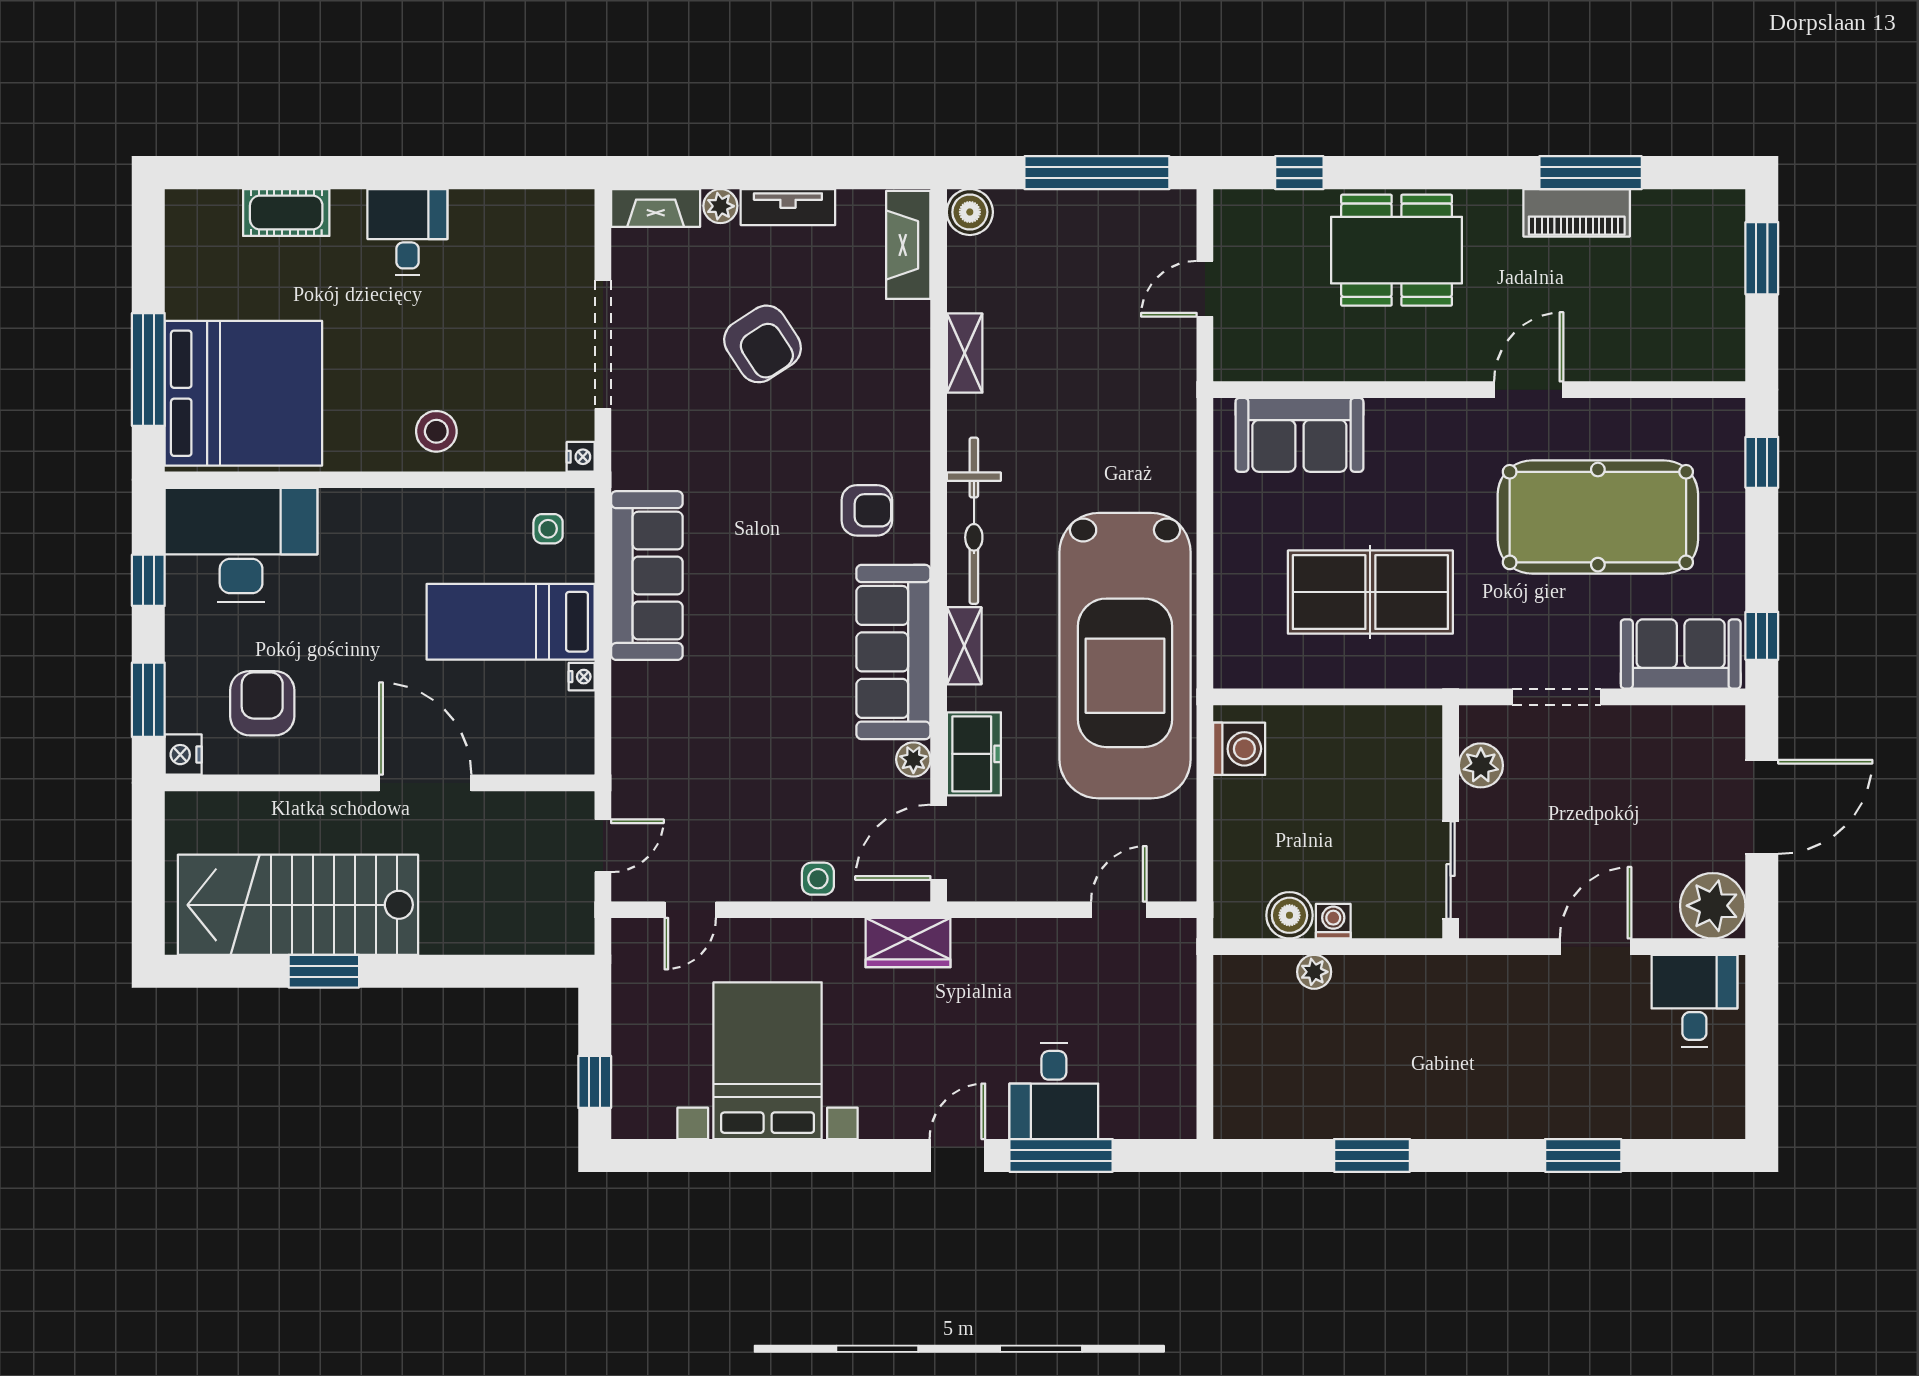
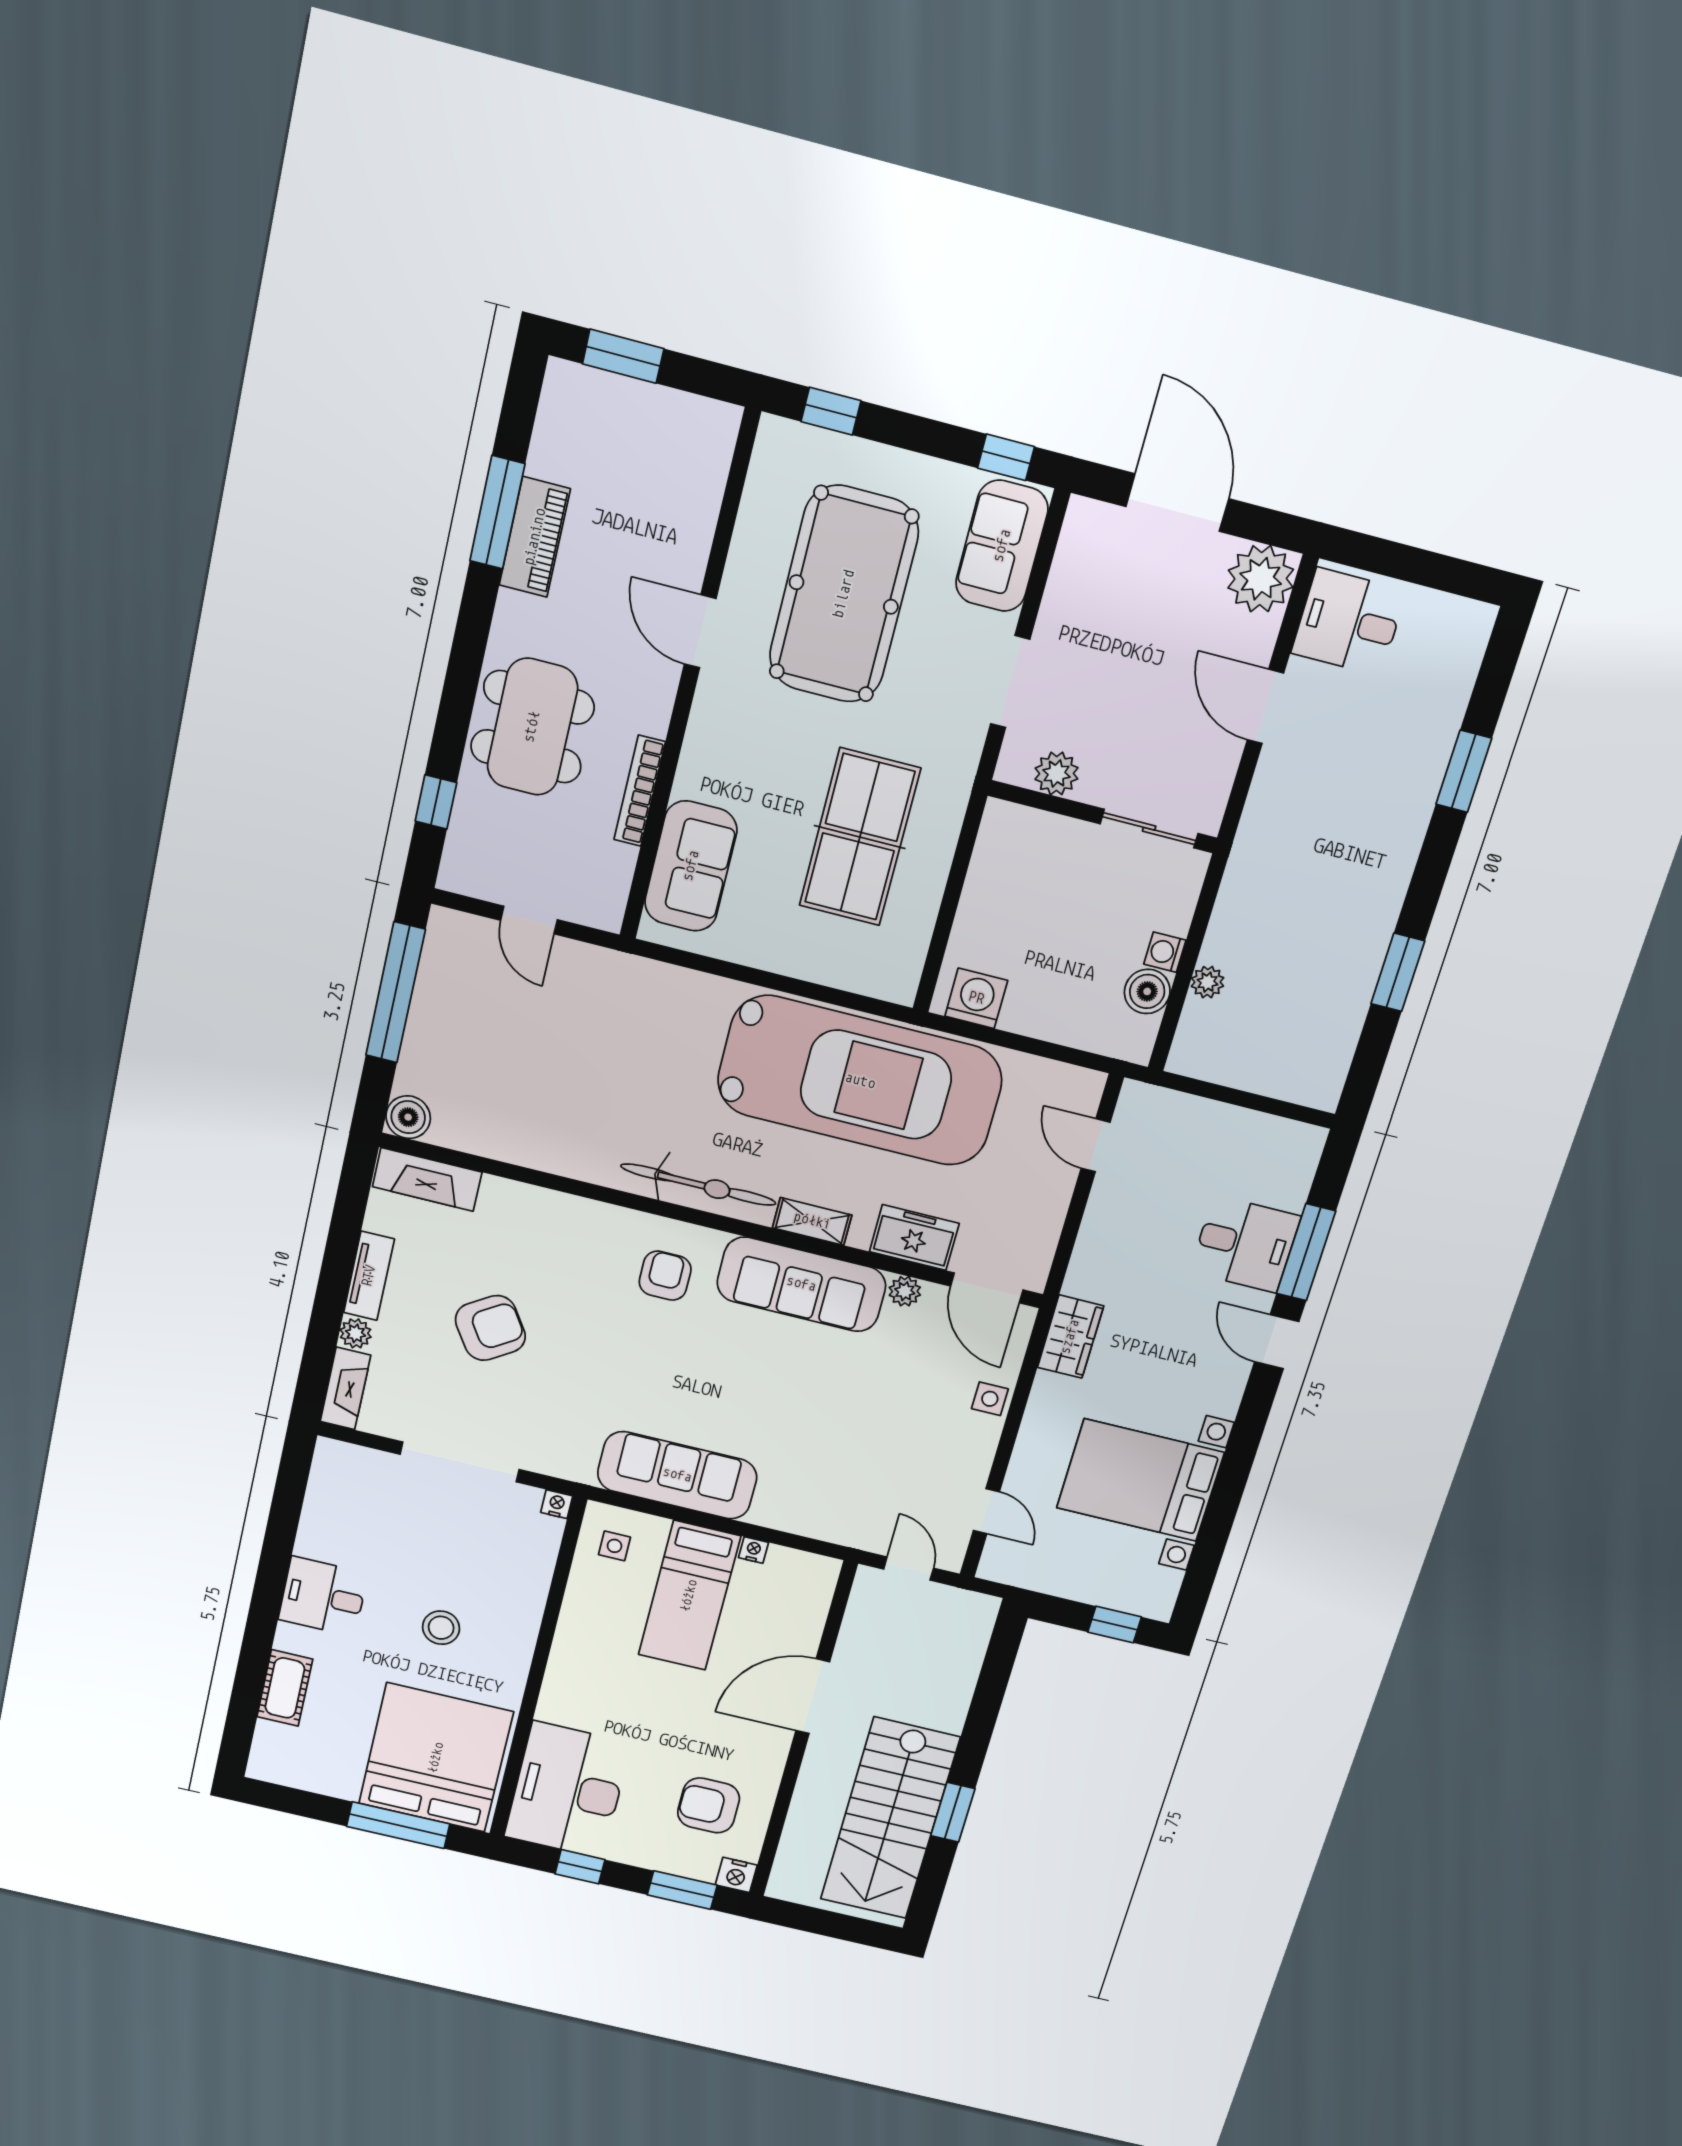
shelving: (965, 353) -> (540, 1154), removed
bookcase: (1361, 368) -> (640, 791), added
stool: (436, 431) -> (441, 1628), moved

